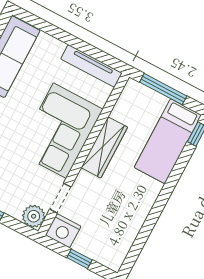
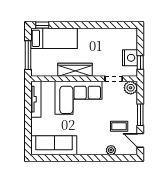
nightstand: (63, 231) -> (130, 58), moved
window: (79, 259) -> (140, 62), moved

